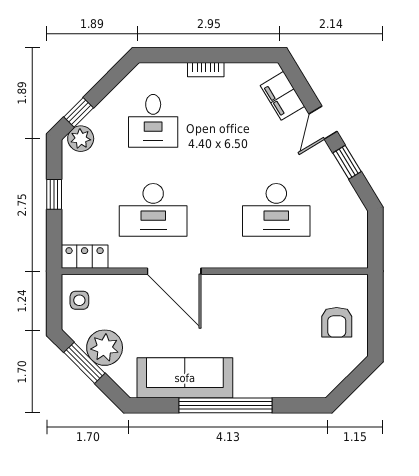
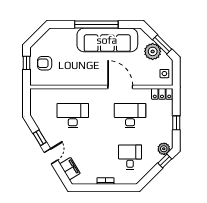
armchair: (337, 322) -> (45, 63), turned -90
window: (375, 323) -> (27, 63), added
sofa: (185, 378) -> (107, 40), width x1.36, depth x1.27

